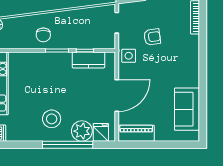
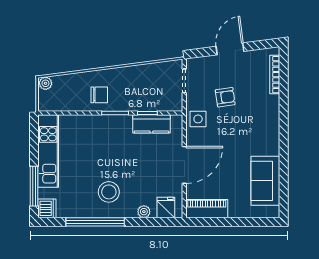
chair: (43, 35) -> (99, 95), turned -90
plant: (82, 131) -> (144, 212), width x0.53, depth x0.53
window: (68, 145) -> (95, 222), moved

